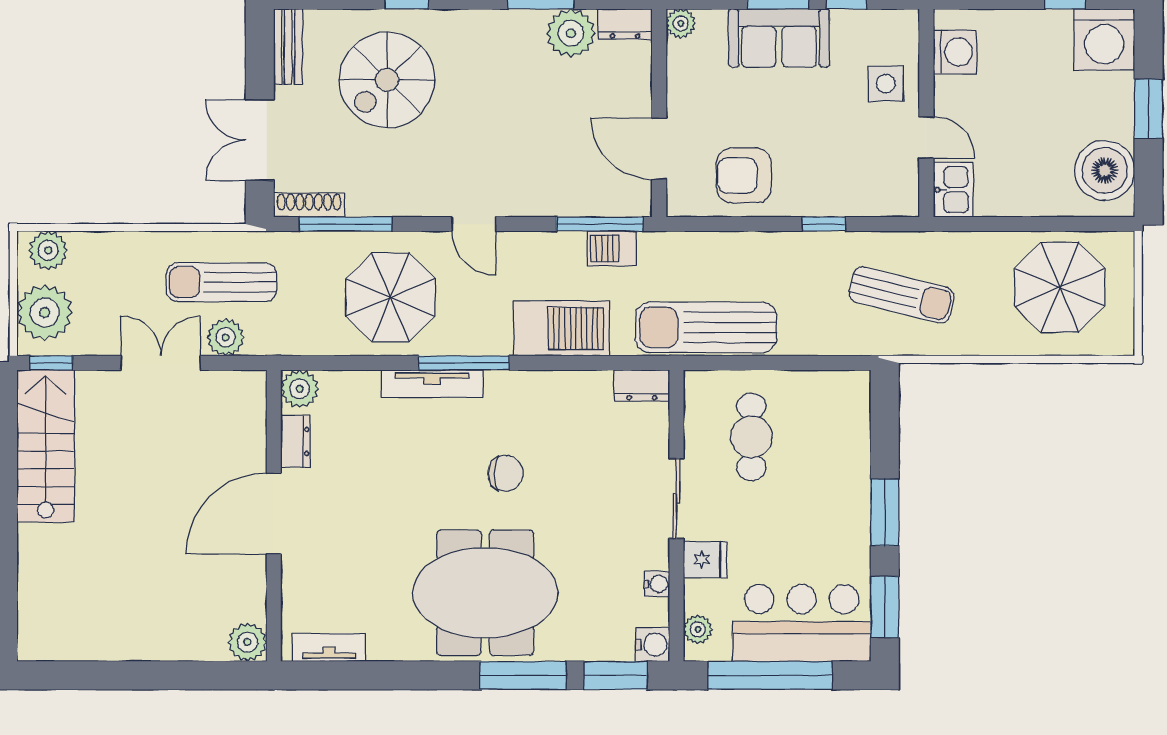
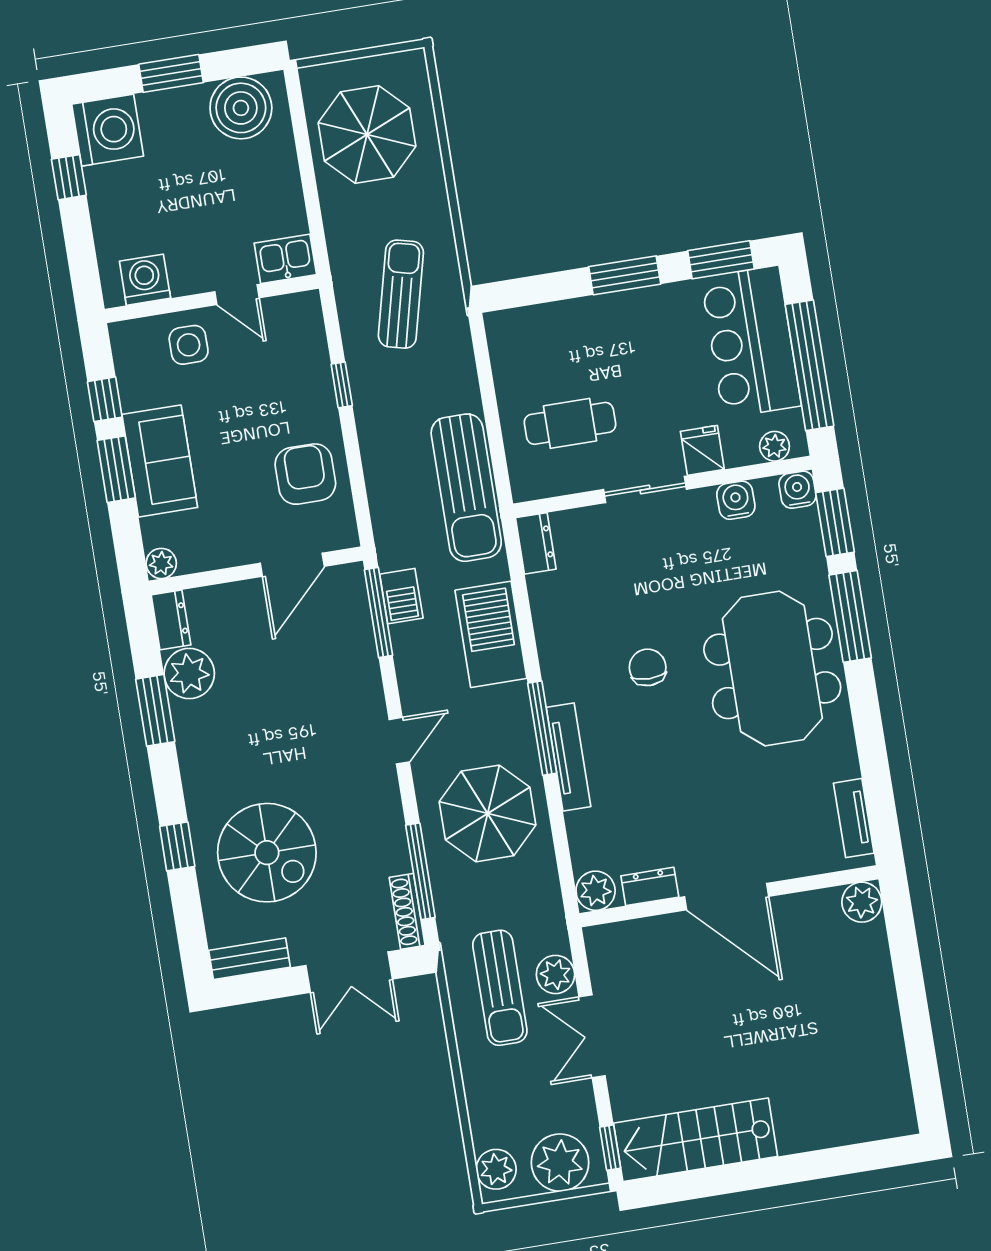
door: (926, 138) -> (237, 295), swing flipped
armchair: (744, 175) -> (305, 474), turned 180
water cooler: (657, 584) -> (736, 500), width x1.38, depth x1.38

